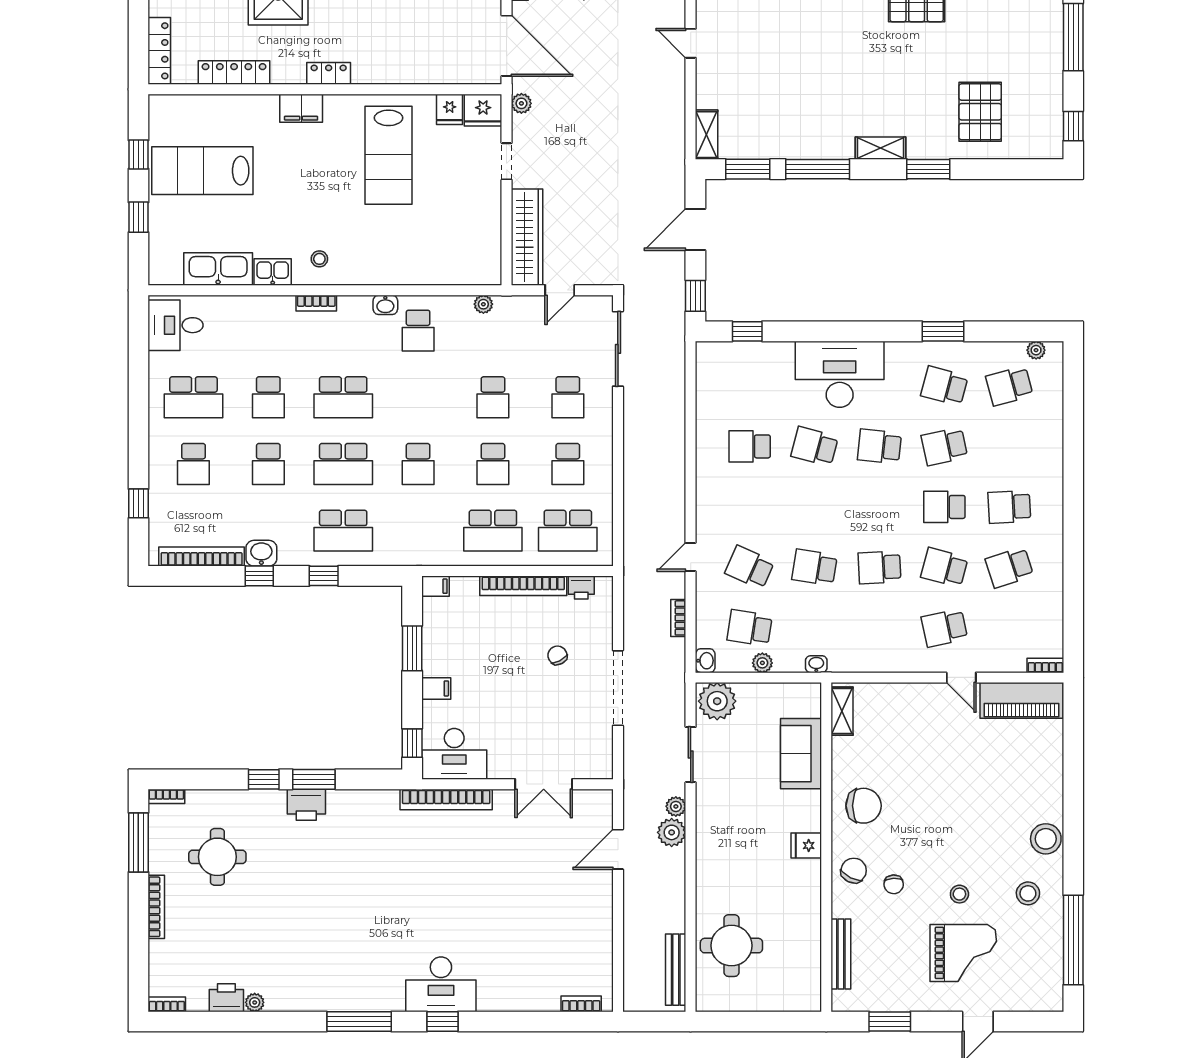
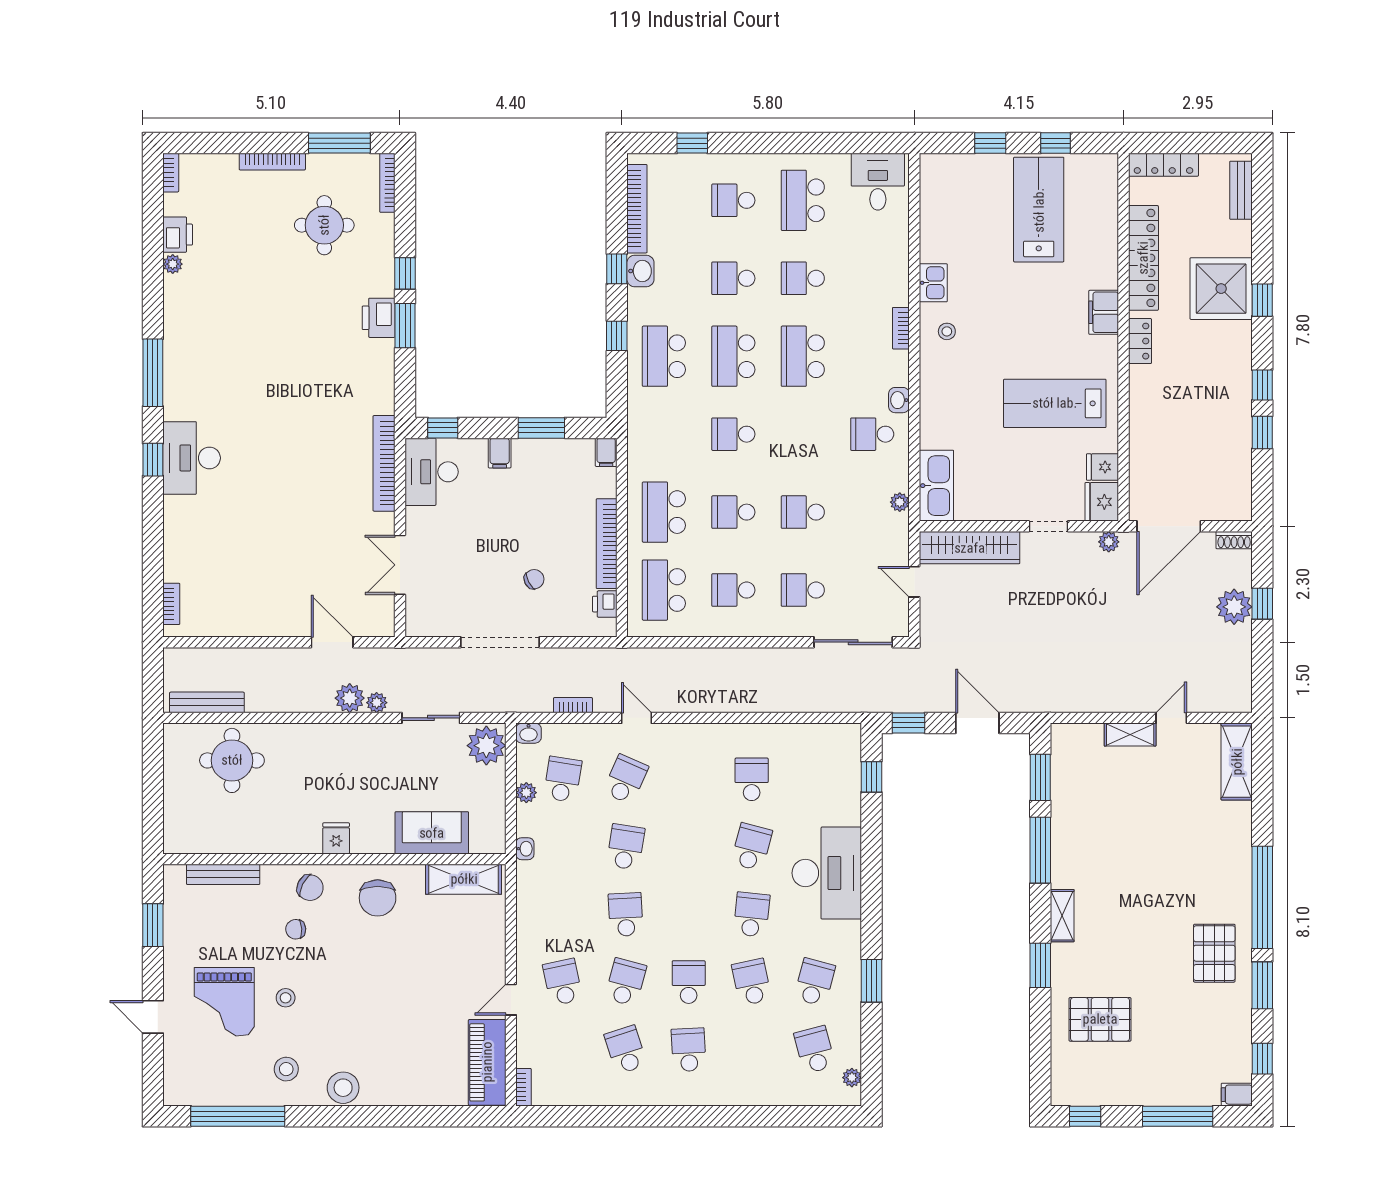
locker: (234, 73) -> (1143, 258), width x1.41, depth x1.21
shelving: (707, 135) -> (1130, 735), moved
kitchen sink: (218, 269) -> (936, 486), moved
shelving: (842, 711) -> (464, 879), width x1.50, depth x1.33
bookcase: (166, 796) -> (387, 183), width x1.56

